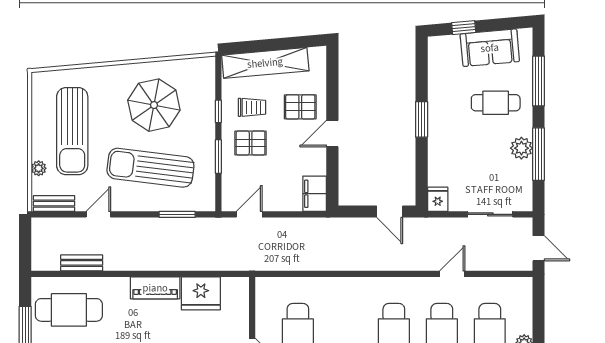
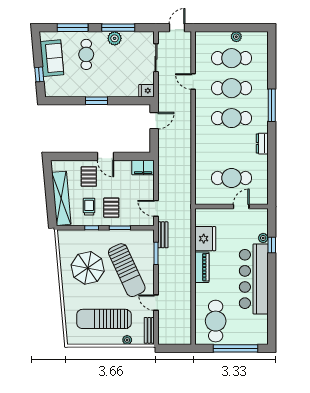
sun lounger: (72, 131) -> (104, 319), turned 180
sun lounger: (150, 168) -> (127, 270), turned -32
bench: (82, 263) -> (163, 235), moved

